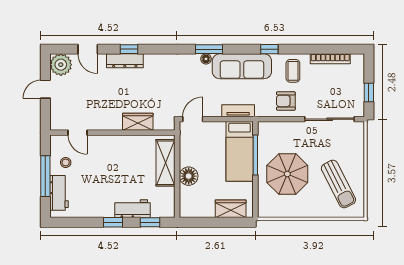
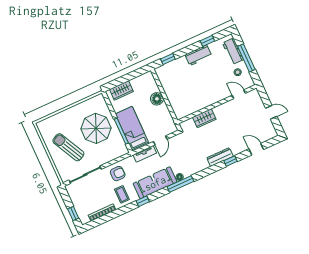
window: (209, 49) -> (180, 184), width x1.44
dresser: (125, 61) -> (220, 157), moved
plant: (61, 65) -> (269, 132), removed
door: (45, 89) -> (271, 112), hinge flipped
window: (369, 93) -> (73, 214), moved
door: (193, 119) -> (160, 140), moved
shelving: (165, 163) -> (175, 101), removed
sun lounger: (338, 184) -> (68, 147), moved
workbench: (133, 209) -> (198, 55), moved
window: (113, 222) -> (207, 41), moved

